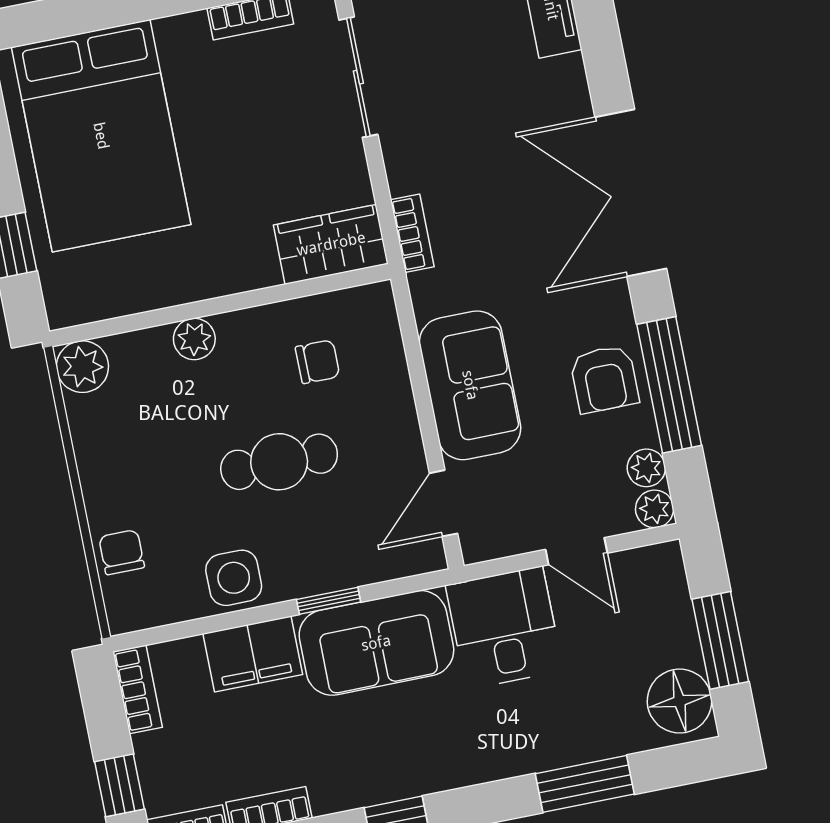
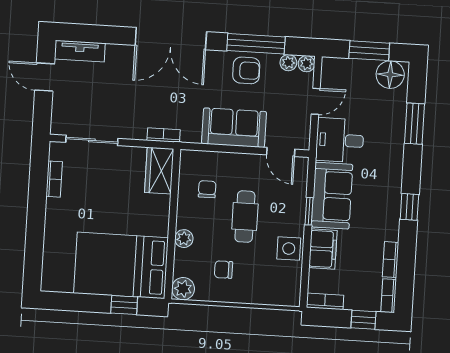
bed: (101, 136) -> (121, 265), moved, turned 180
chair: (122, 552) -> (224, 270), moved

